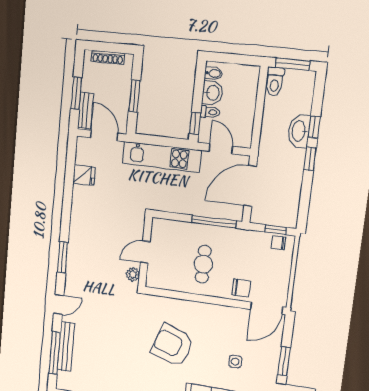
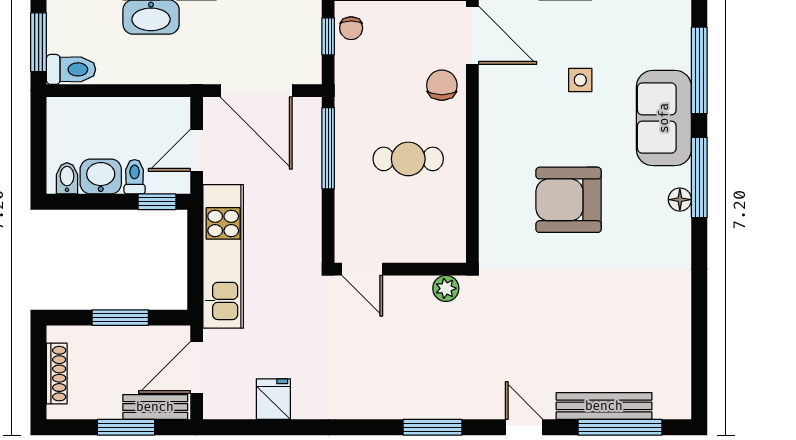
door: (145, 252) -> (362, 269), moved
armchair: (172, 345) -> (569, 200), turned 71

